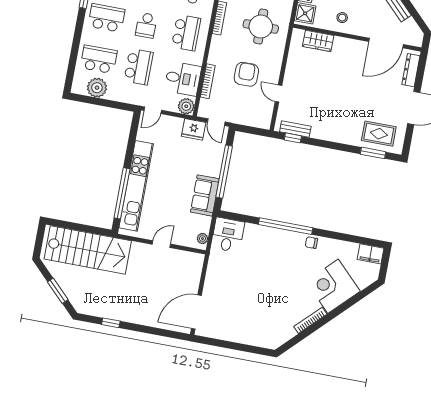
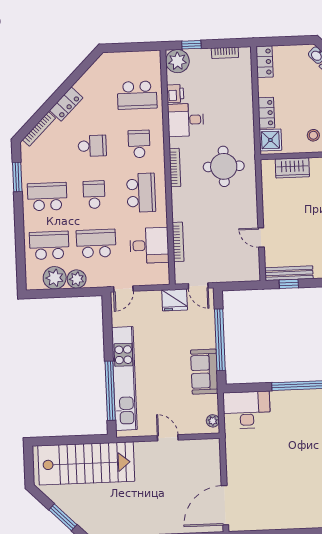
school desk: (146, 25) -> (94, 195), turned 180
school desk: (138, 67) -> (96, 243), turned -90
armchair: (246, 74) -> (220, 224), removed
plant: (186, 106) -> (77, 279), moved
bench: (295, 129) -> (289, 273), width x1.36
desk: (228, 235) -> (247, 410), width x1.37
door: (161, 244) -> (168, 438), hinge flipped

